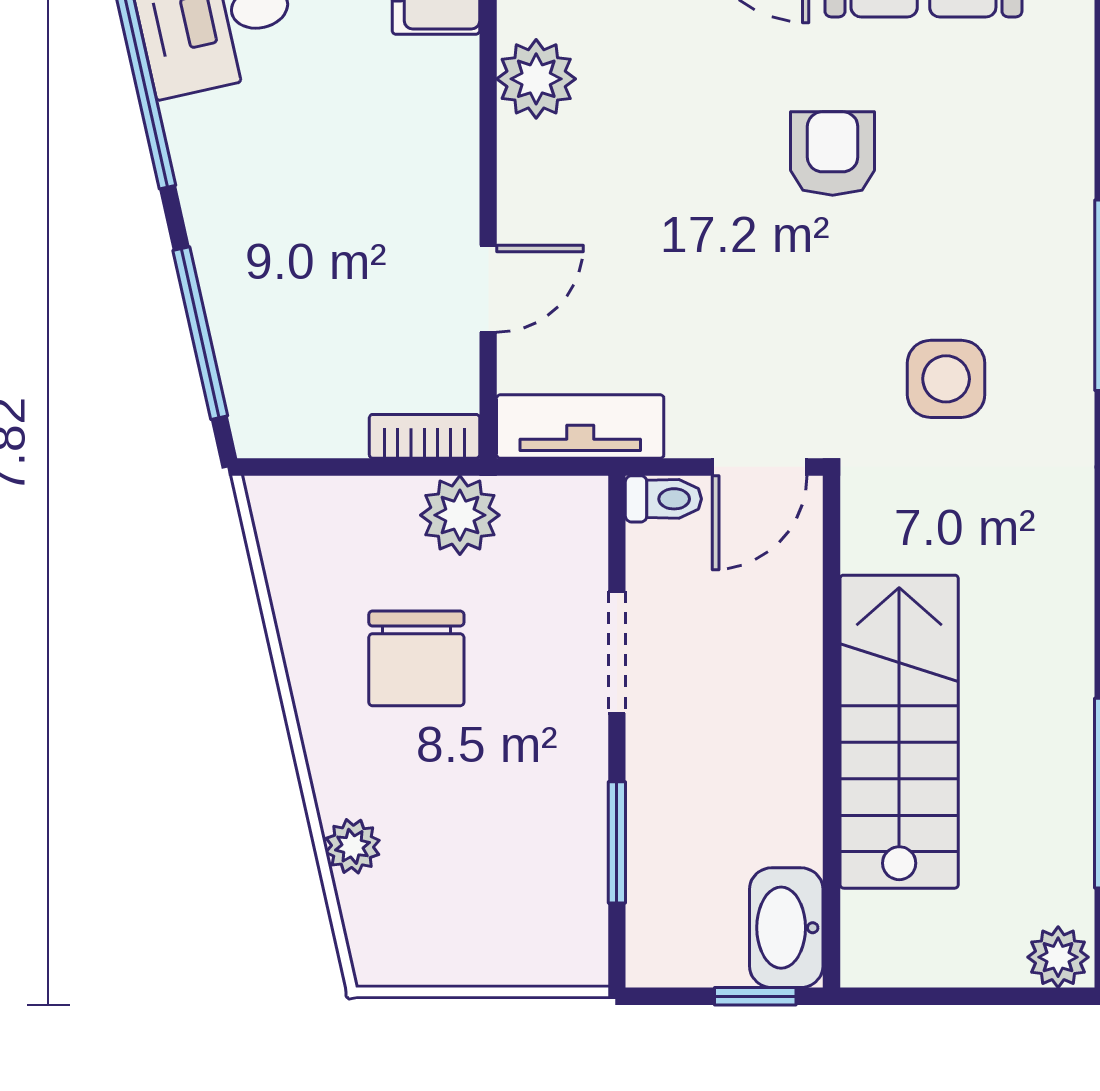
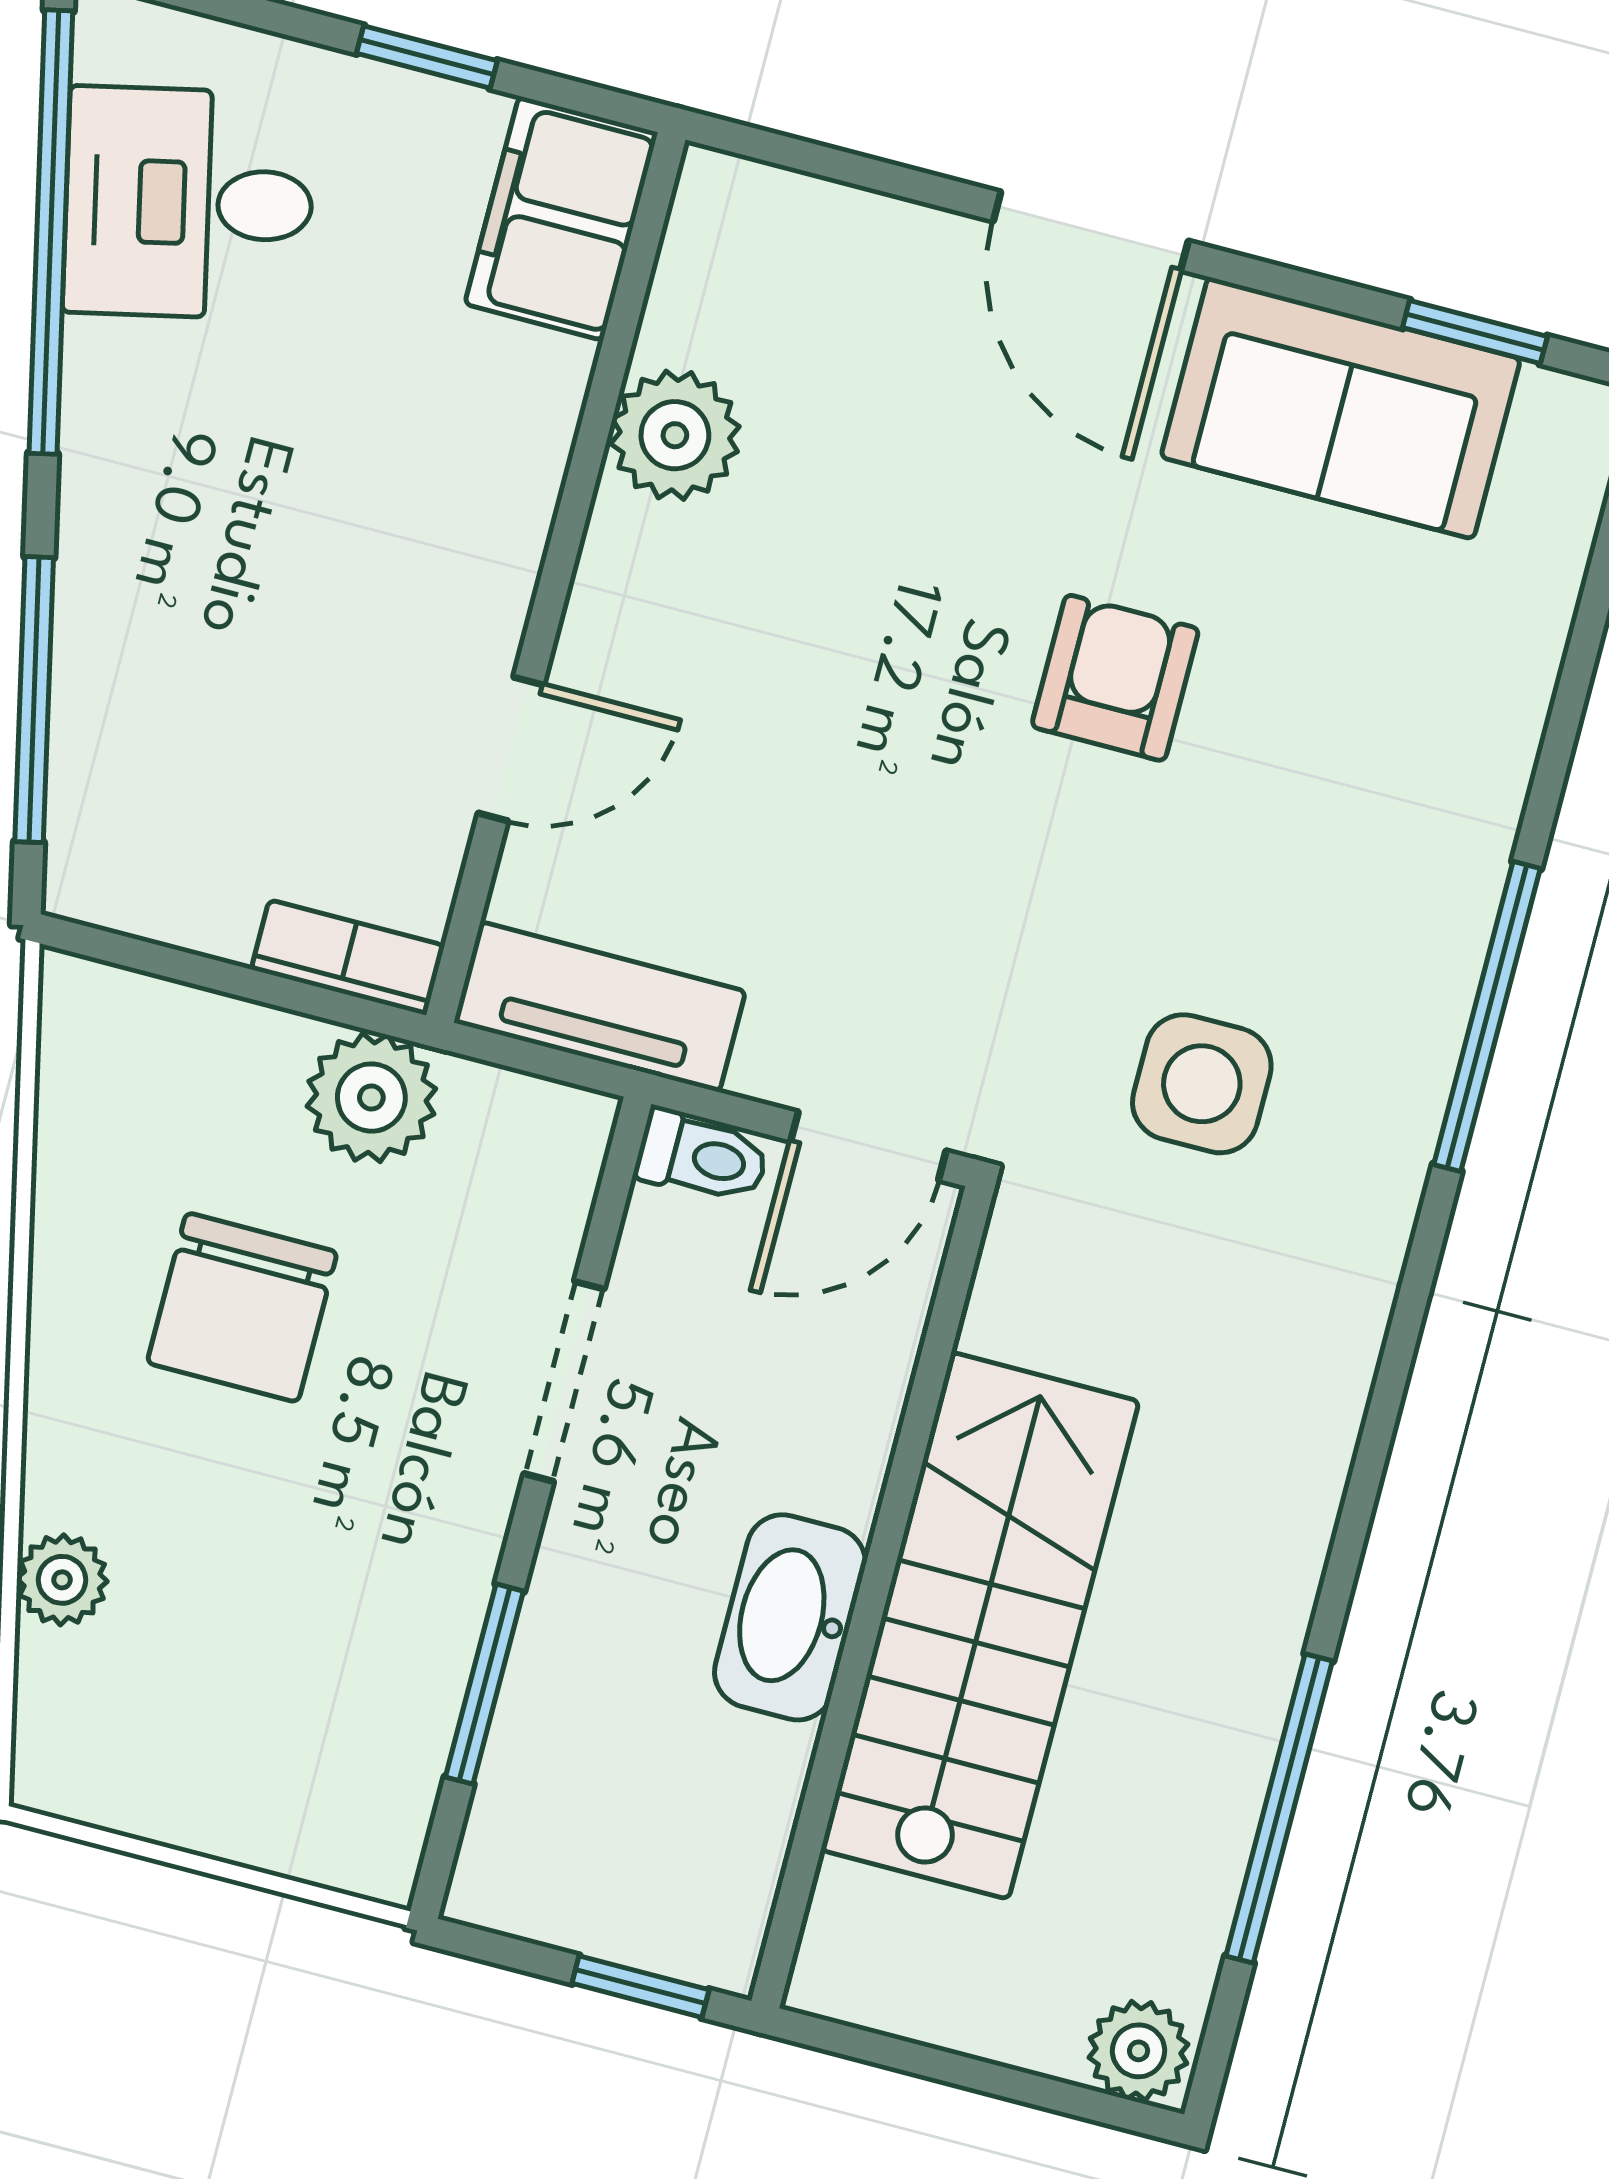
washbasin: (786, 928) -> (790, 1617), moved

